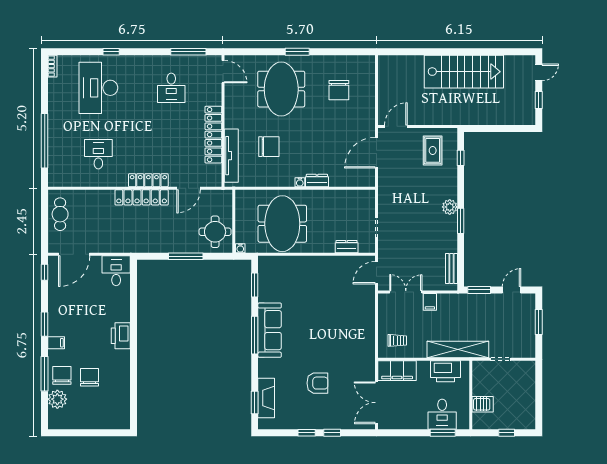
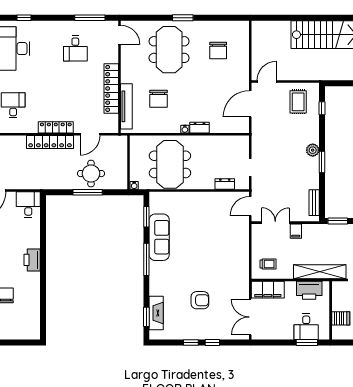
chair: (269, 147) -> (159, 99), turned 90
round table: (215, 232) -> (91, 174), moved
sofa: (270, 330) -> (159, 237), moved

